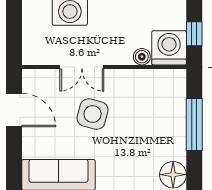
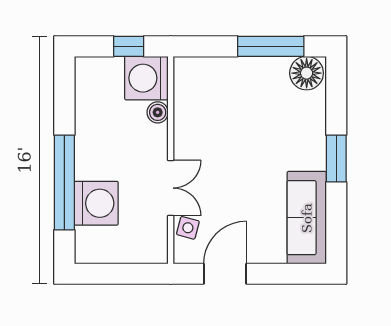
side table: (93, 114) -> (188, 228), moved, width x0.54, depth x0.54
window: (194, 125) -> (271, 46), moved

